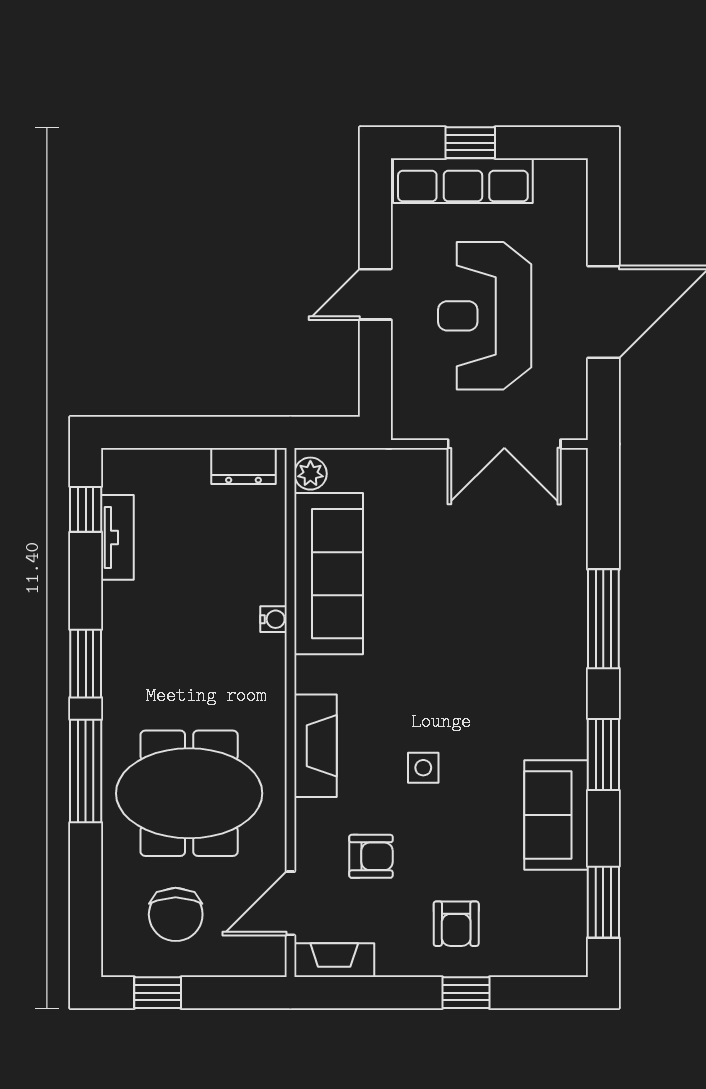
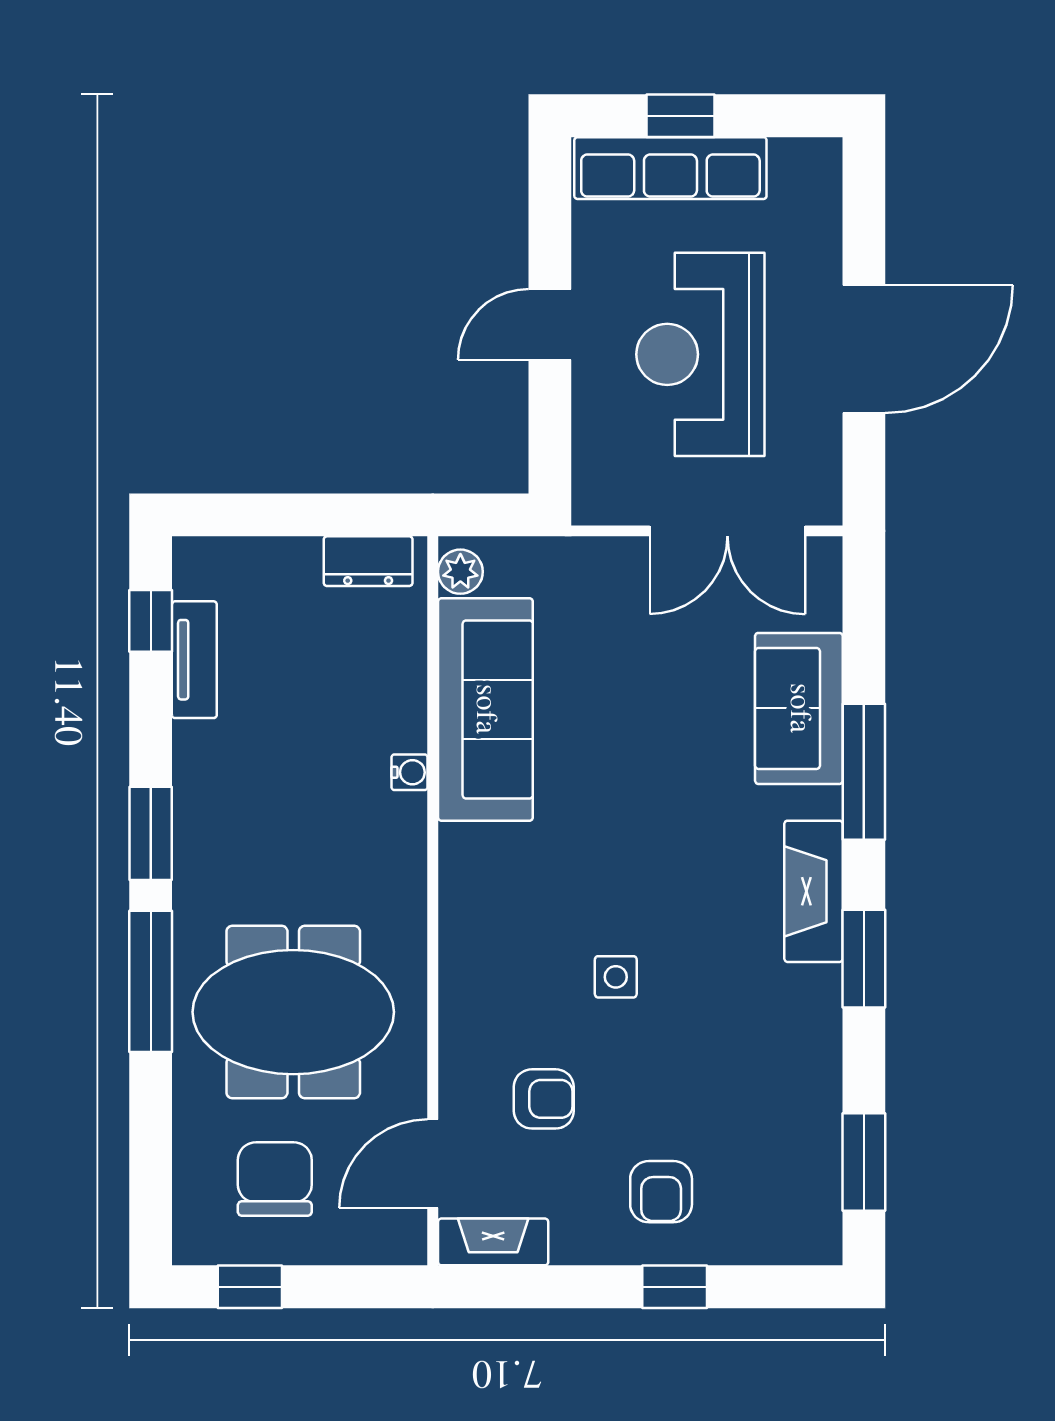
fireplace: (315, 746) -> (814, 891), moved, turned 180
sofa: (556, 815) -> (799, 708), moved
chair: (176, 914) -> (275, 1179), turned 180

